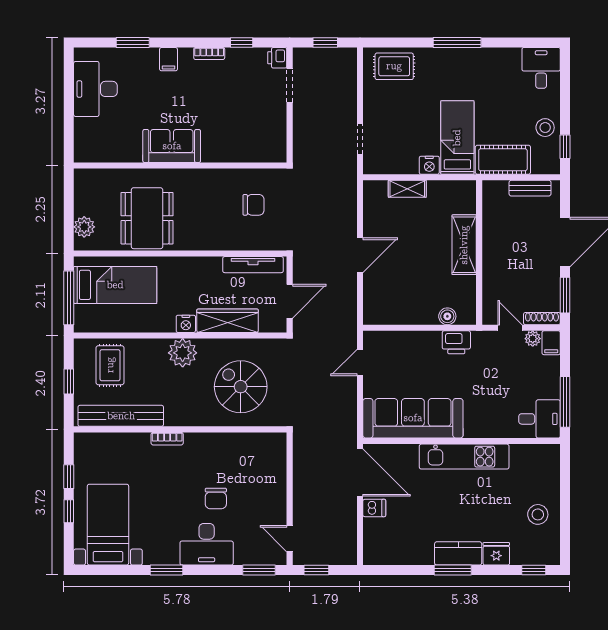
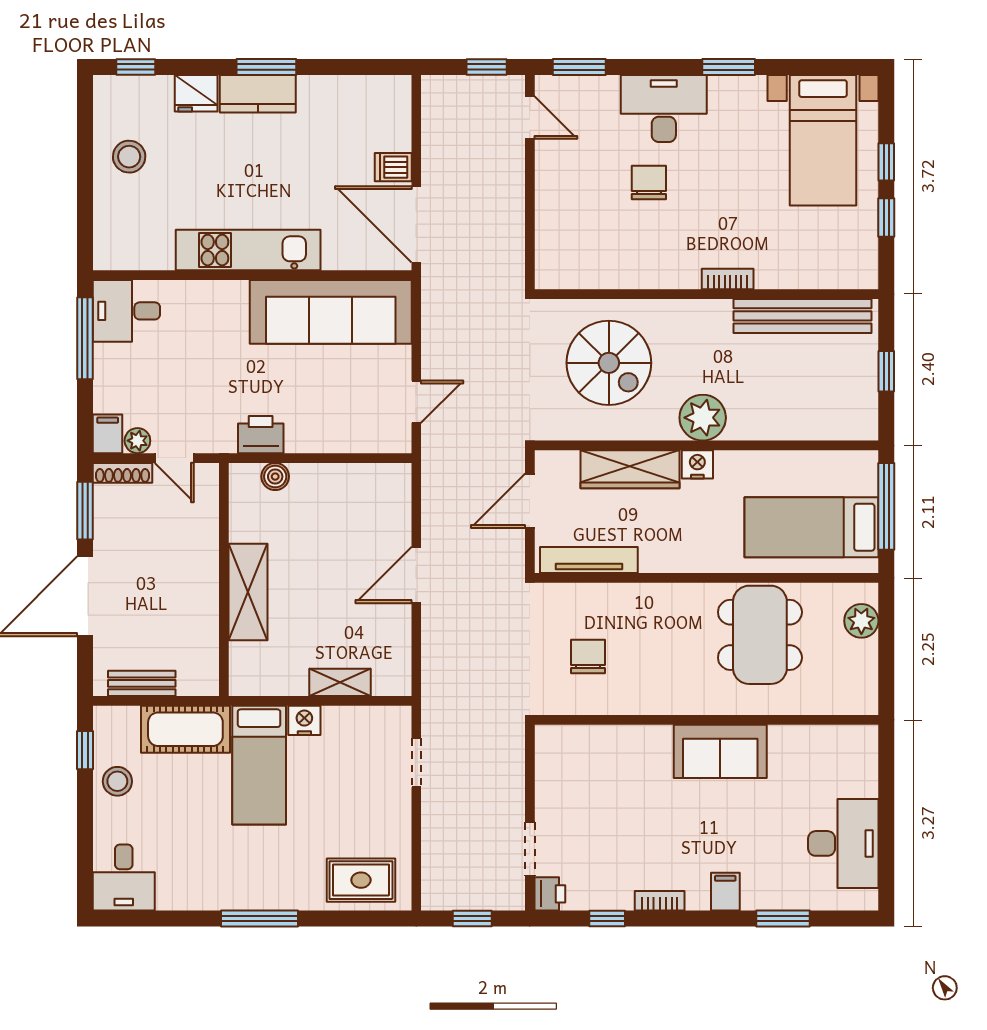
chair: (254, 205) -> (588, 656), turned 90
rug: (110, 365) -> (820, 398), removed

